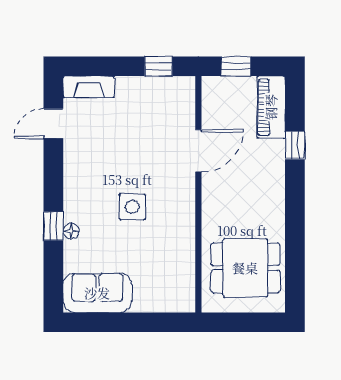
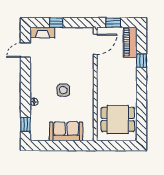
window: (159, 66) -> (56, 23), moved
door: (198, 151) -> (95, 44), moved
window: (53, 226) -> (25, 124), moved
sofa: (97, 293) -> (66, 131), moved

